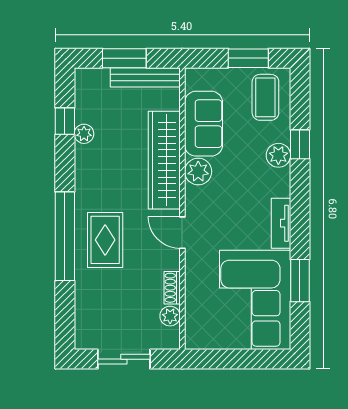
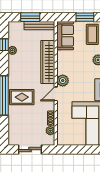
sofa: (204, 124) -> (65, 36), moved
plant: (198, 172) -> (63, 81), moved
door: (182, 233) -> (56, 94), hinge flipped
rug: (105, 240) -> (22, 97), turned 90

